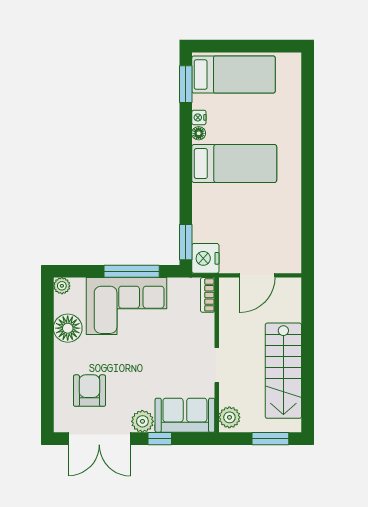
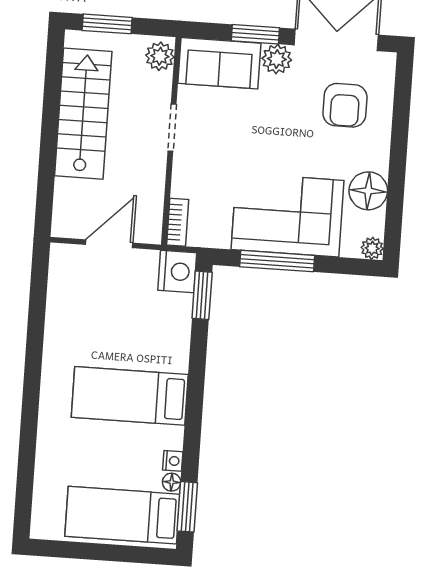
floor lamp: (199, 133) -> (172, 482), moved
window: (160, 439) -> (255, 34), width x1.50

